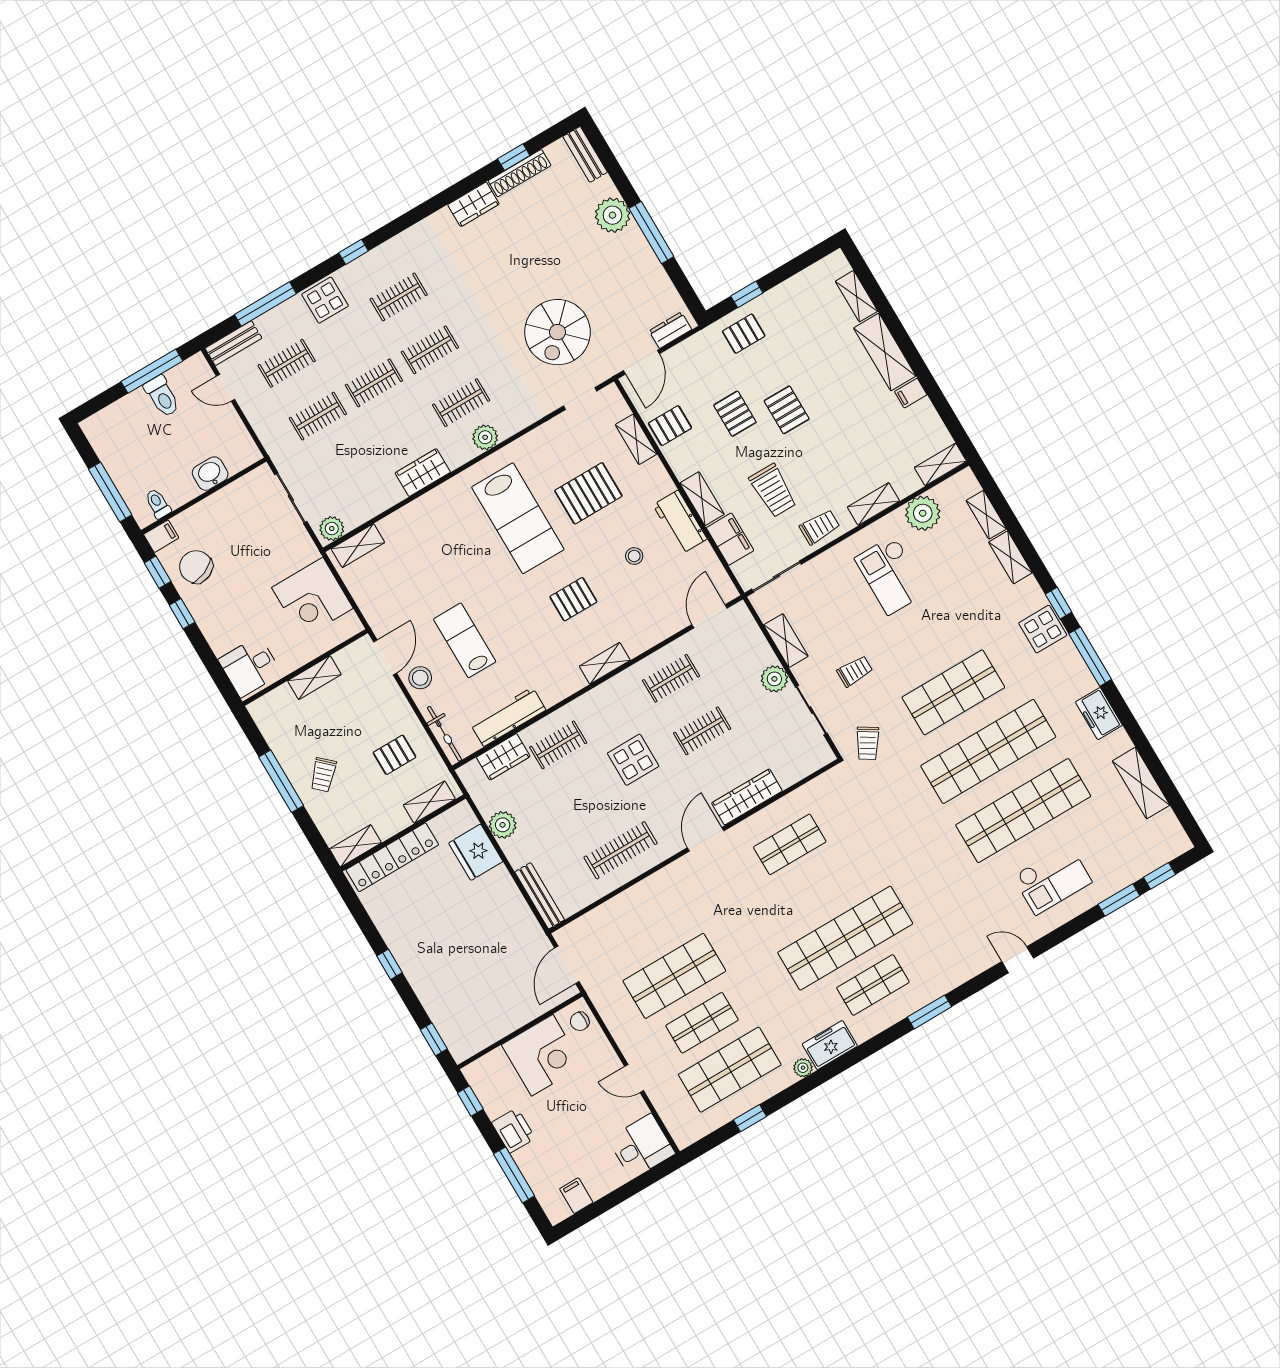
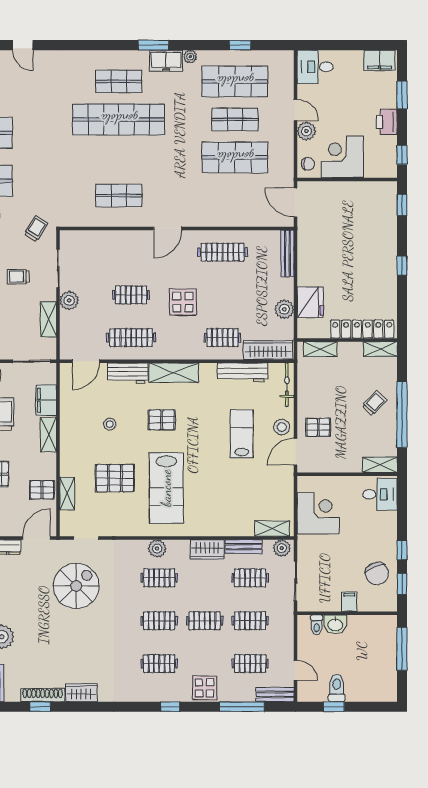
window: (152, 371) -> (334, 707), width x0.46
clothes rail: (349, 469) -> (250, 578), added
bench: (380, 503) -> (244, 547), added
toilet: (158, 504) -> (317, 625), moved
lab bench: (518, 518) -> (166, 488), turned 180
workbench: (680, 522) -> (128, 373), moved, turned 90
filing cabinet: (161, 536) -> (349, 602), moved, turned 90
lab bench: (465, 640) -> (242, 434), turned 180
shelving: (605, 663) -> (174, 373), width x1.50, depth x1.33
shelving: (314, 678) -> (380, 465), moved
clothes rail: (671, 678) -> (131, 338), width x1.36
pallet: (395, 755) -> (318, 427), moved
wardrobe: (503, 757) -> (268, 350), width x1.50
window: (281, 781) -> (402, 414), width x1.46
wardrobe: (747, 797) -> (128, 239), removed
door: (567, 965) -> (296, 202), swing flipped
window: (929, 1012) -> (153, 45), moved
plant: (605, 1061) -> (306, 131), added
window: (514, 1175) -> (402, 95), width x0.69
filing cabinet: (576, 1196) -> (380, 60), width x2.00

